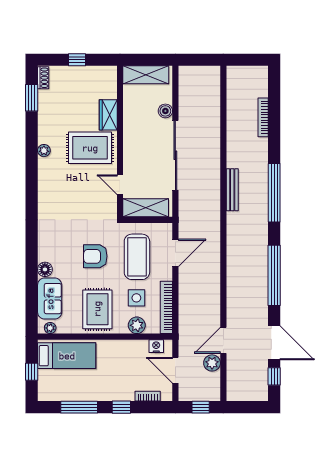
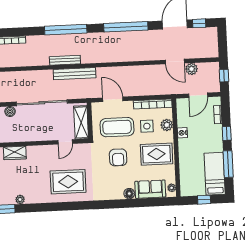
rug: (90, 148) -> (68, 182), moved, turned 90
plant: (44, 151) -> (20, 199), moved
bench: (213, 202) -> (75, 74), added
nightstand: (156, 346) -> (182, 133), moved
bed: (67, 356) -> (215, 174), moved

